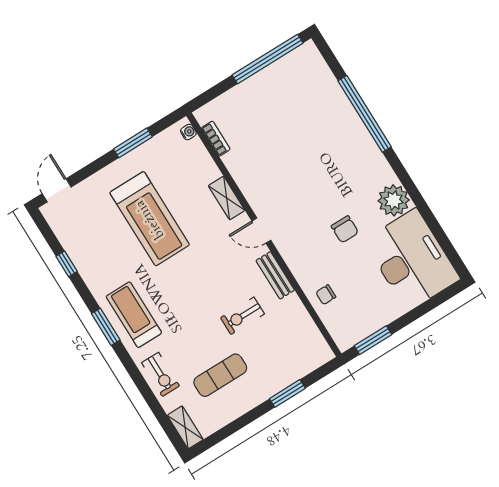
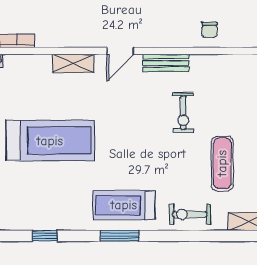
exercise bike: (161, 374) -> (190, 214), turned 180

